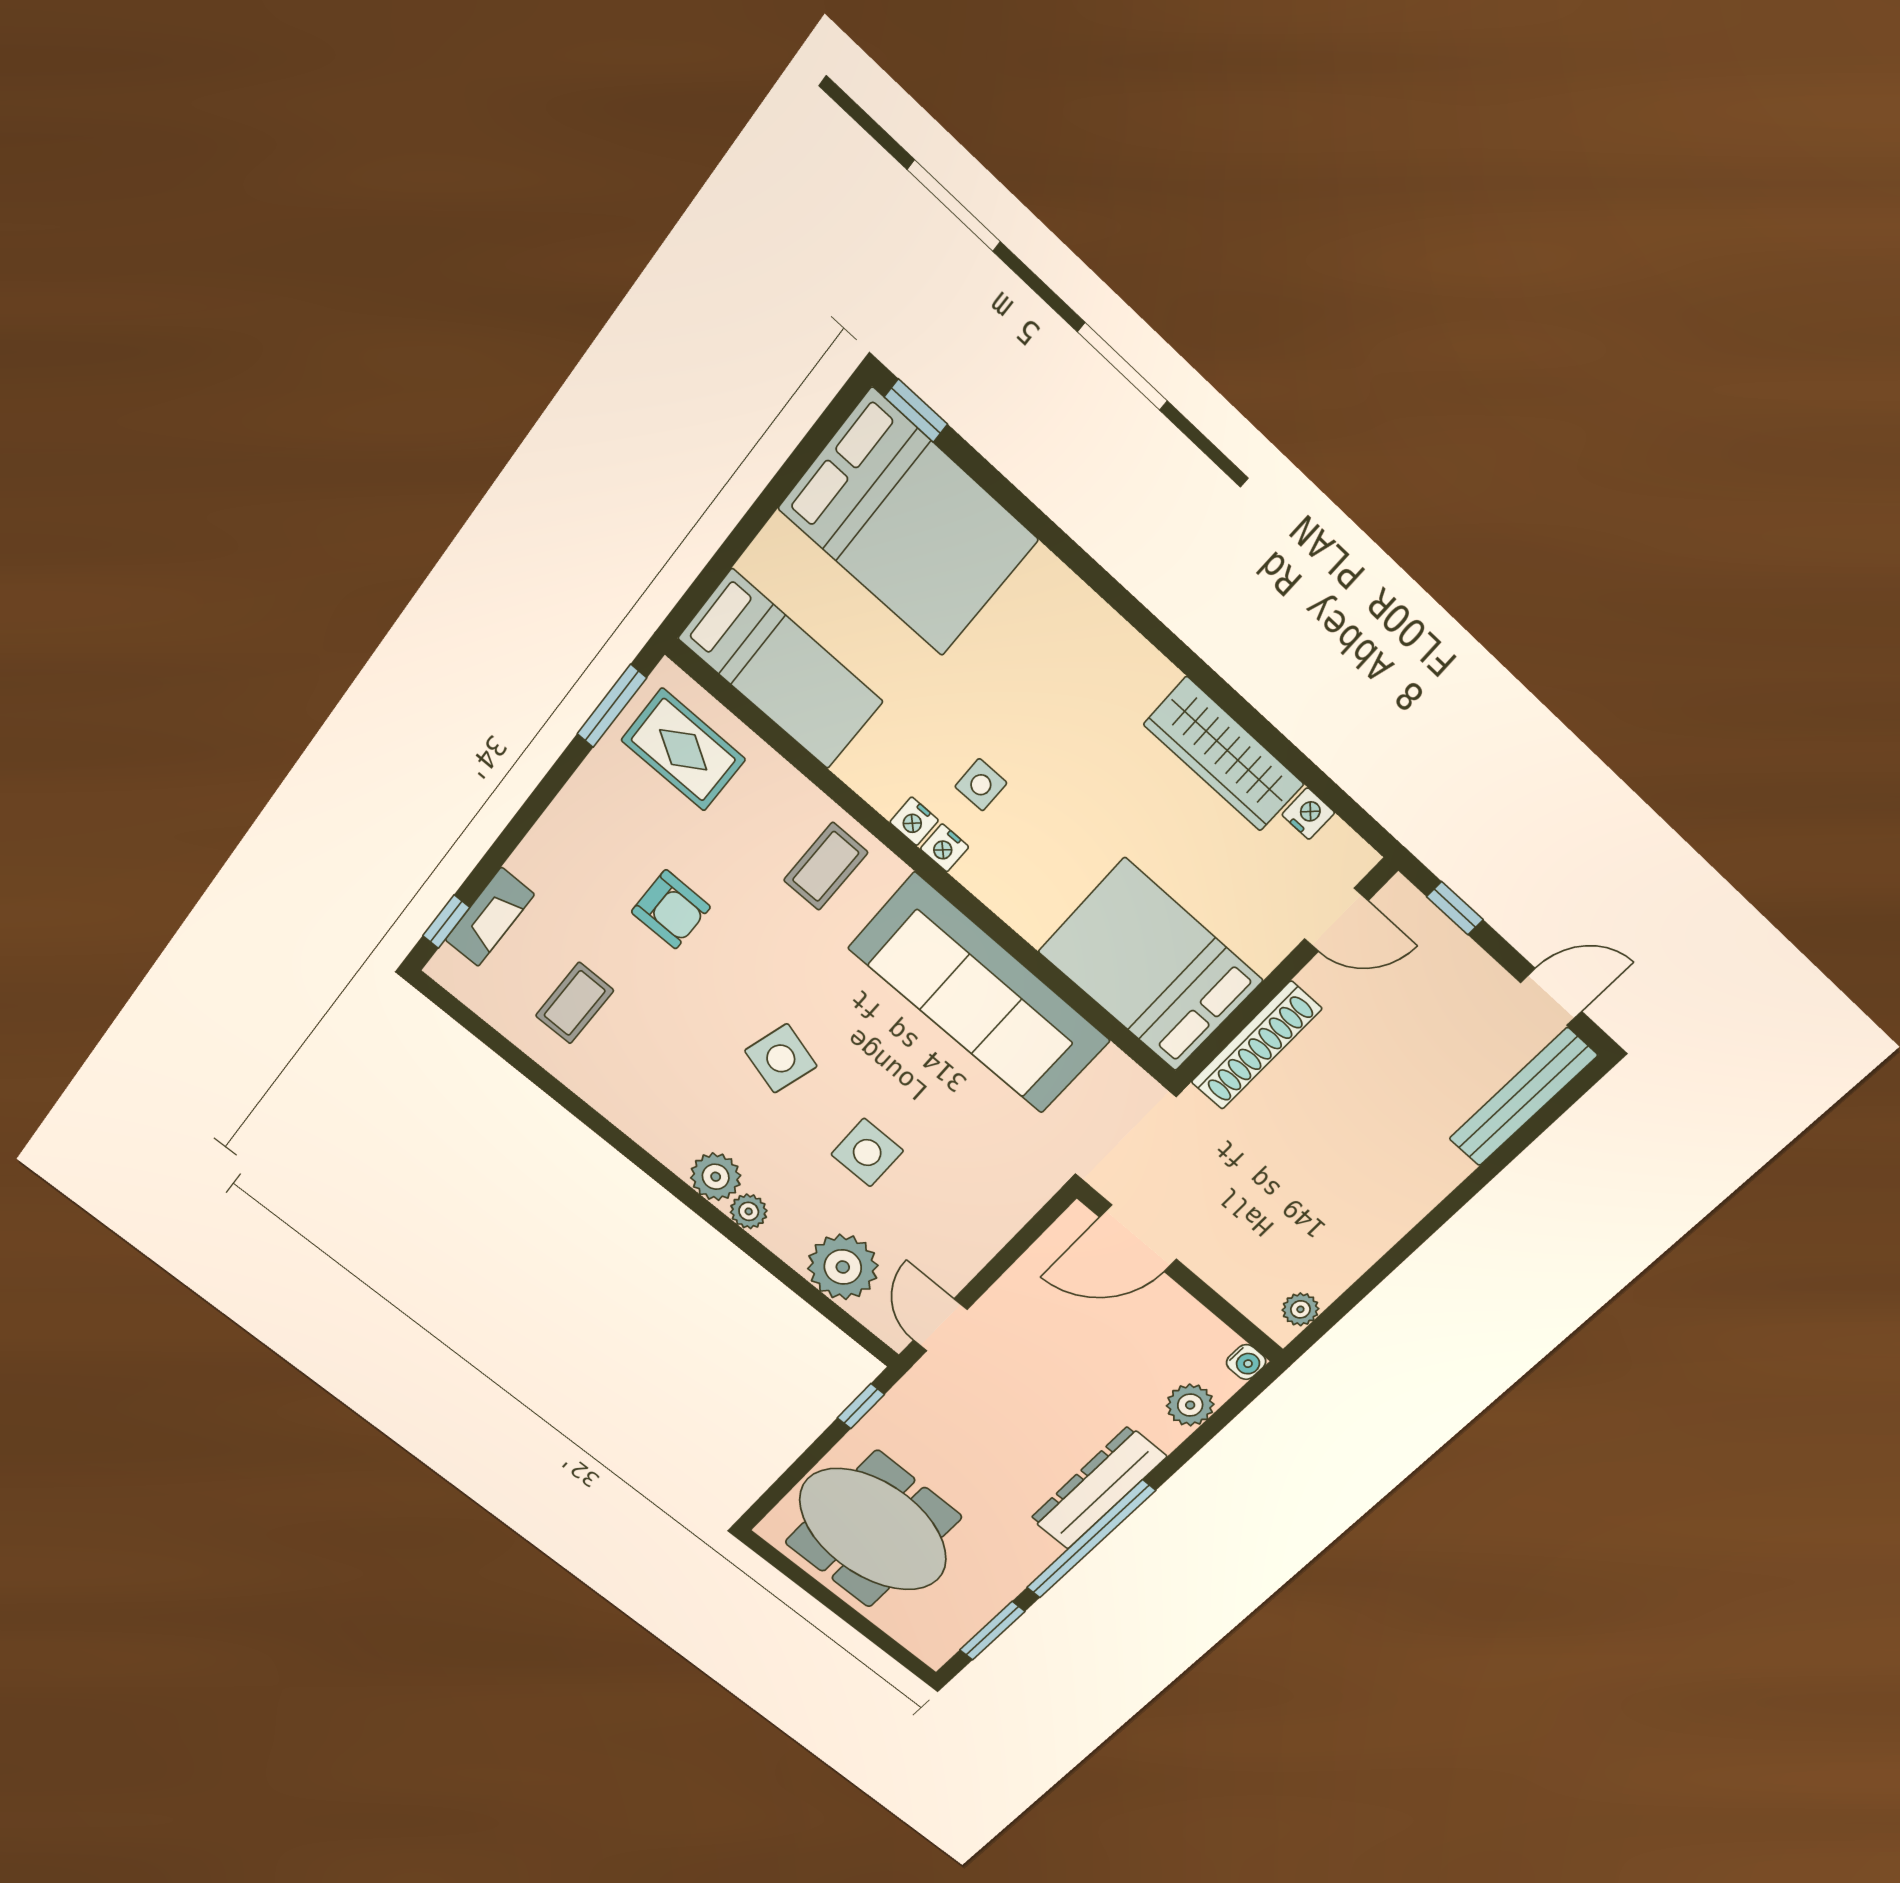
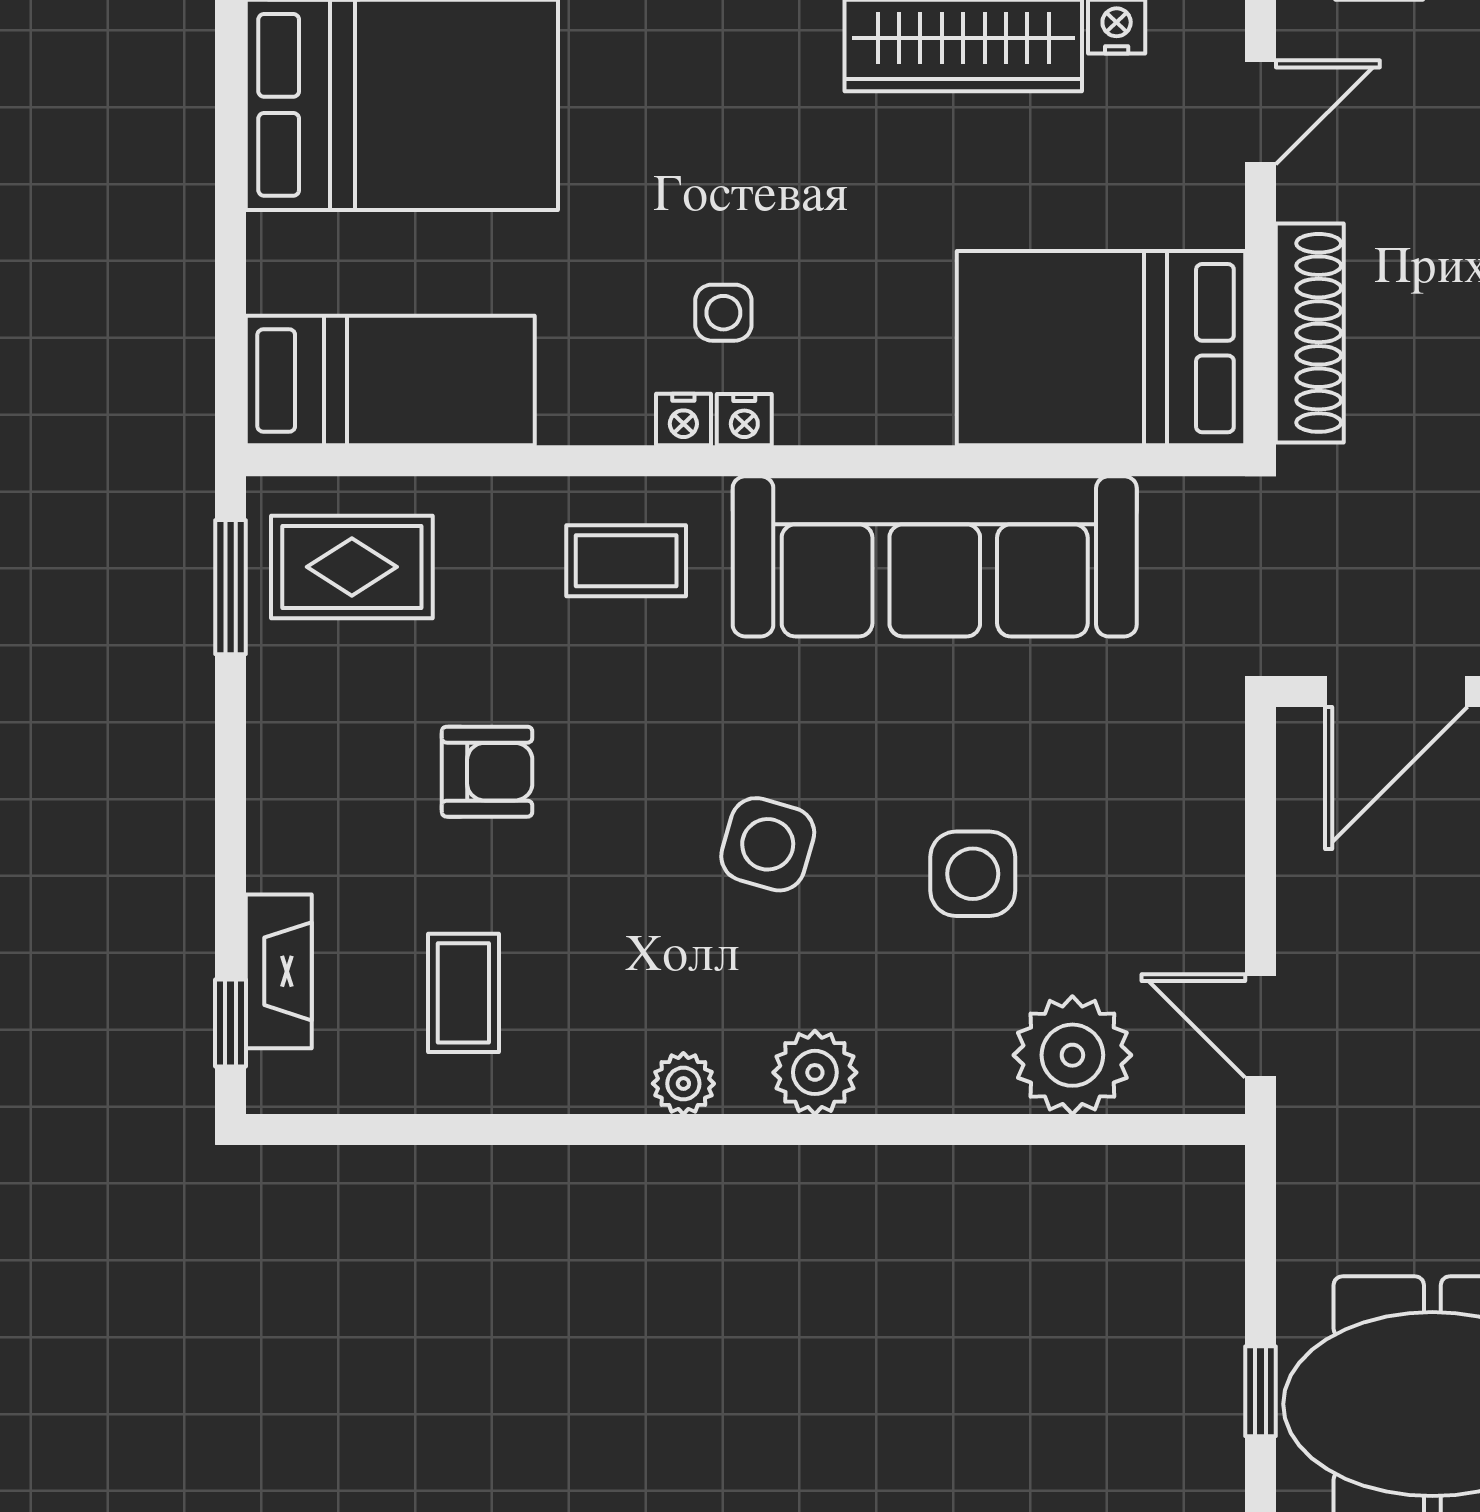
coffee table: (826, 866) -> (626, 561), turned 90
plant: (749, 1211) -> (683, 1084), moved
window: (861, 1406) -> (1261, 1391), moved

